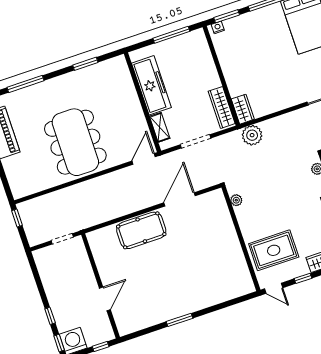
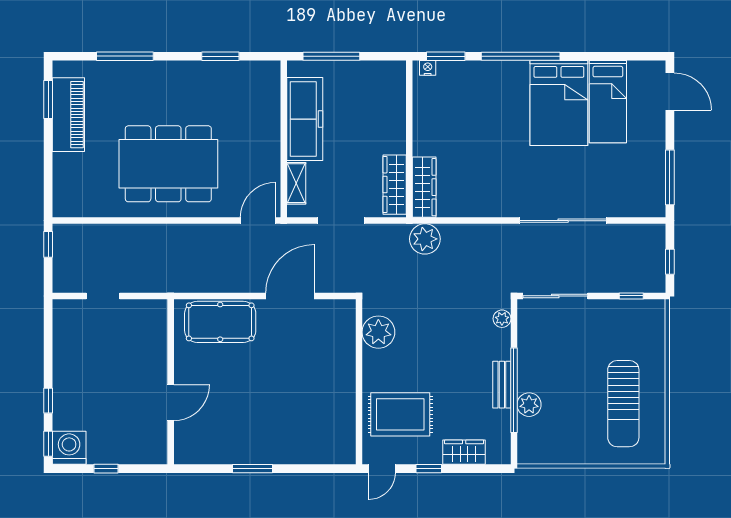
window: (171, 35) -> (331, 56), moved
wardrobe: (243, 109) -> (424, 187), width x1.50
dining table: (75, 142) -> (168, 164), turned 90
plant: (236, 200) -> (378, 332), width x1.87, depth x1.87
wall: (101, 286) -> (171, 382), moved
door: (274, 288) -> (382, 469), hinge flipped
door: (105, 299) -> (171, 403), moved
window: (180, 320) -> (252, 469), moved

